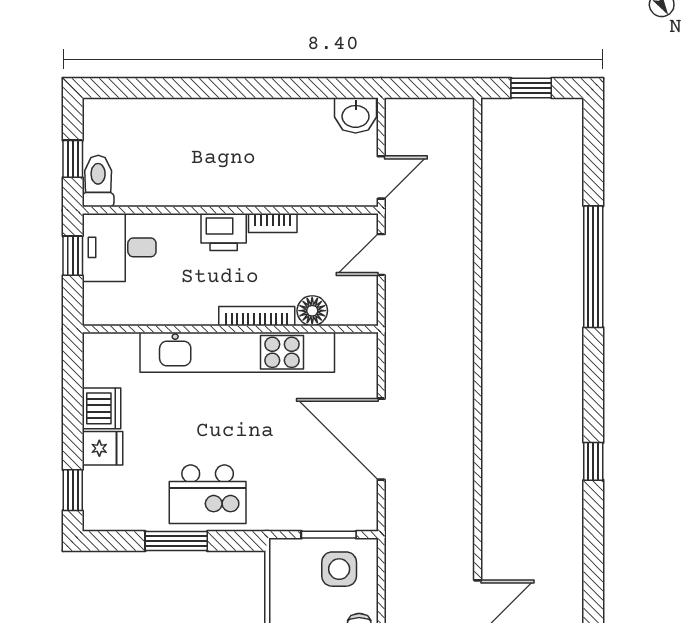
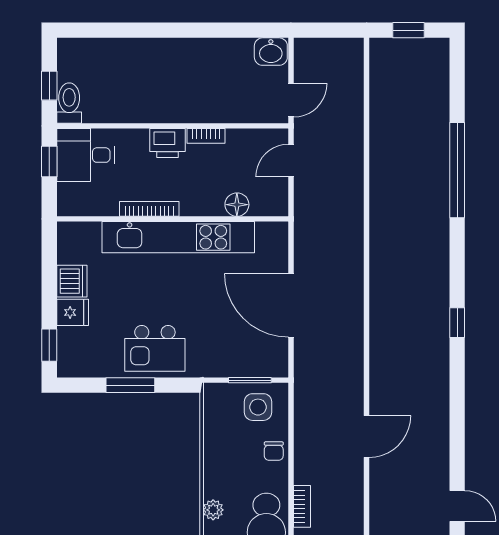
bookcase: (257, 316) -> (149, 209), moved

